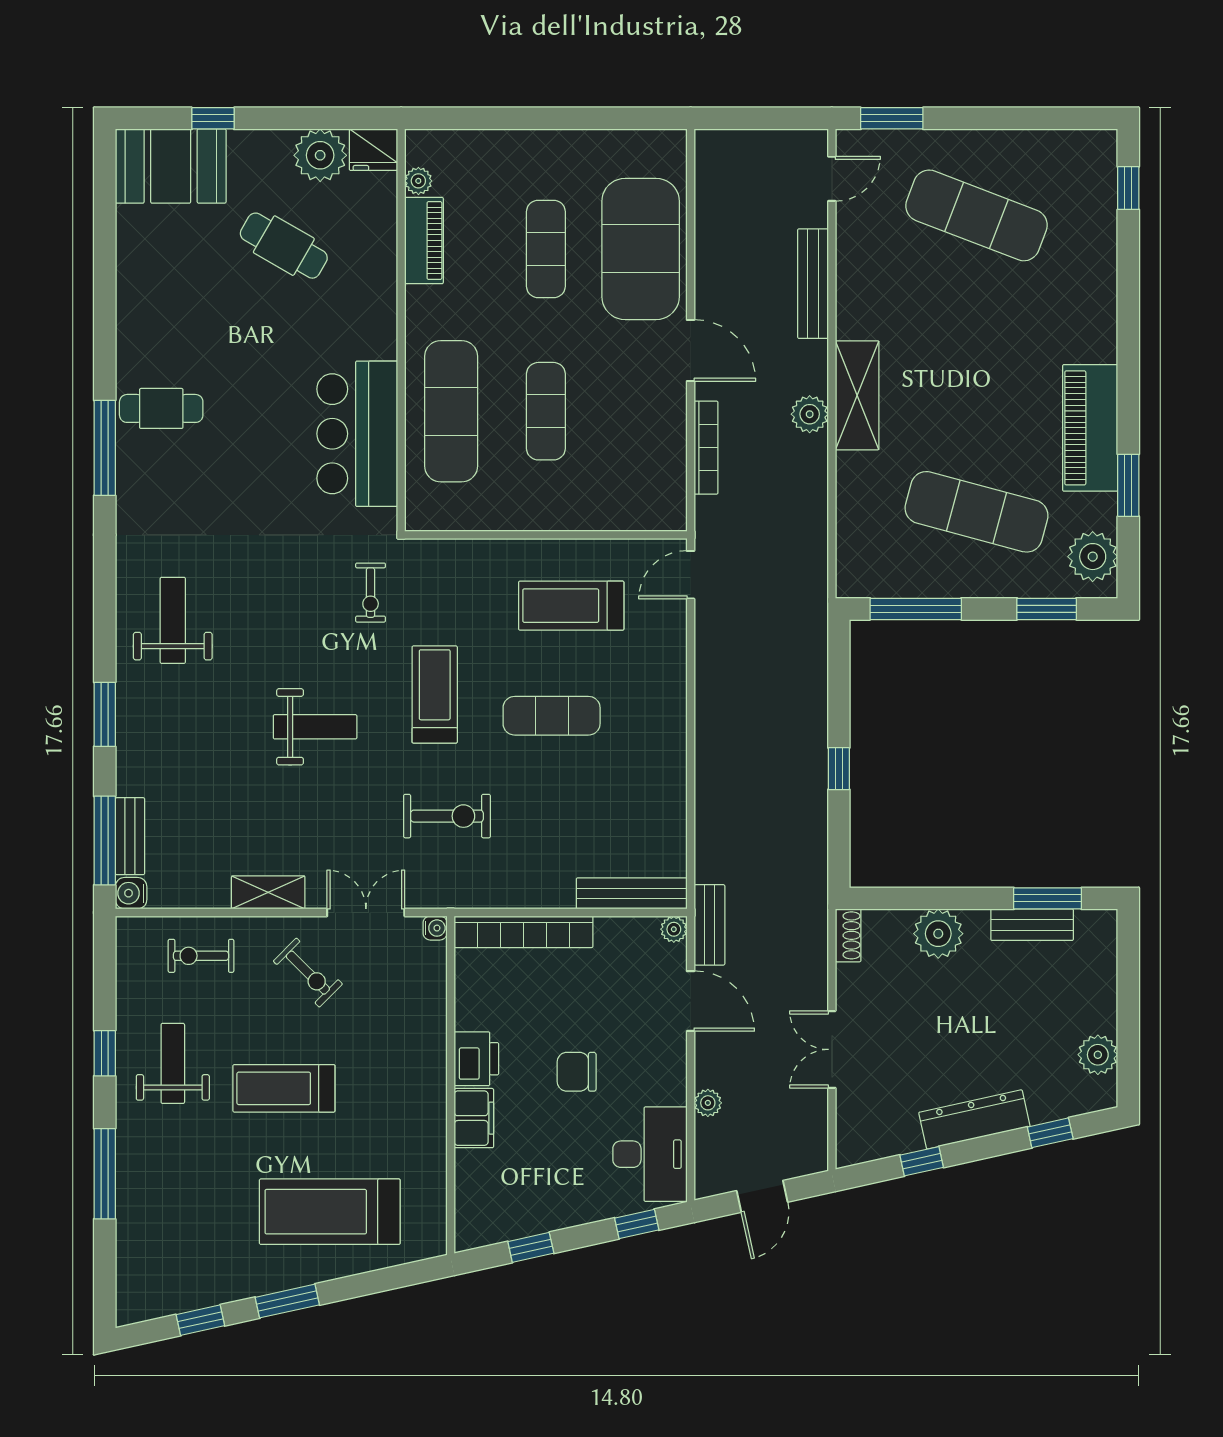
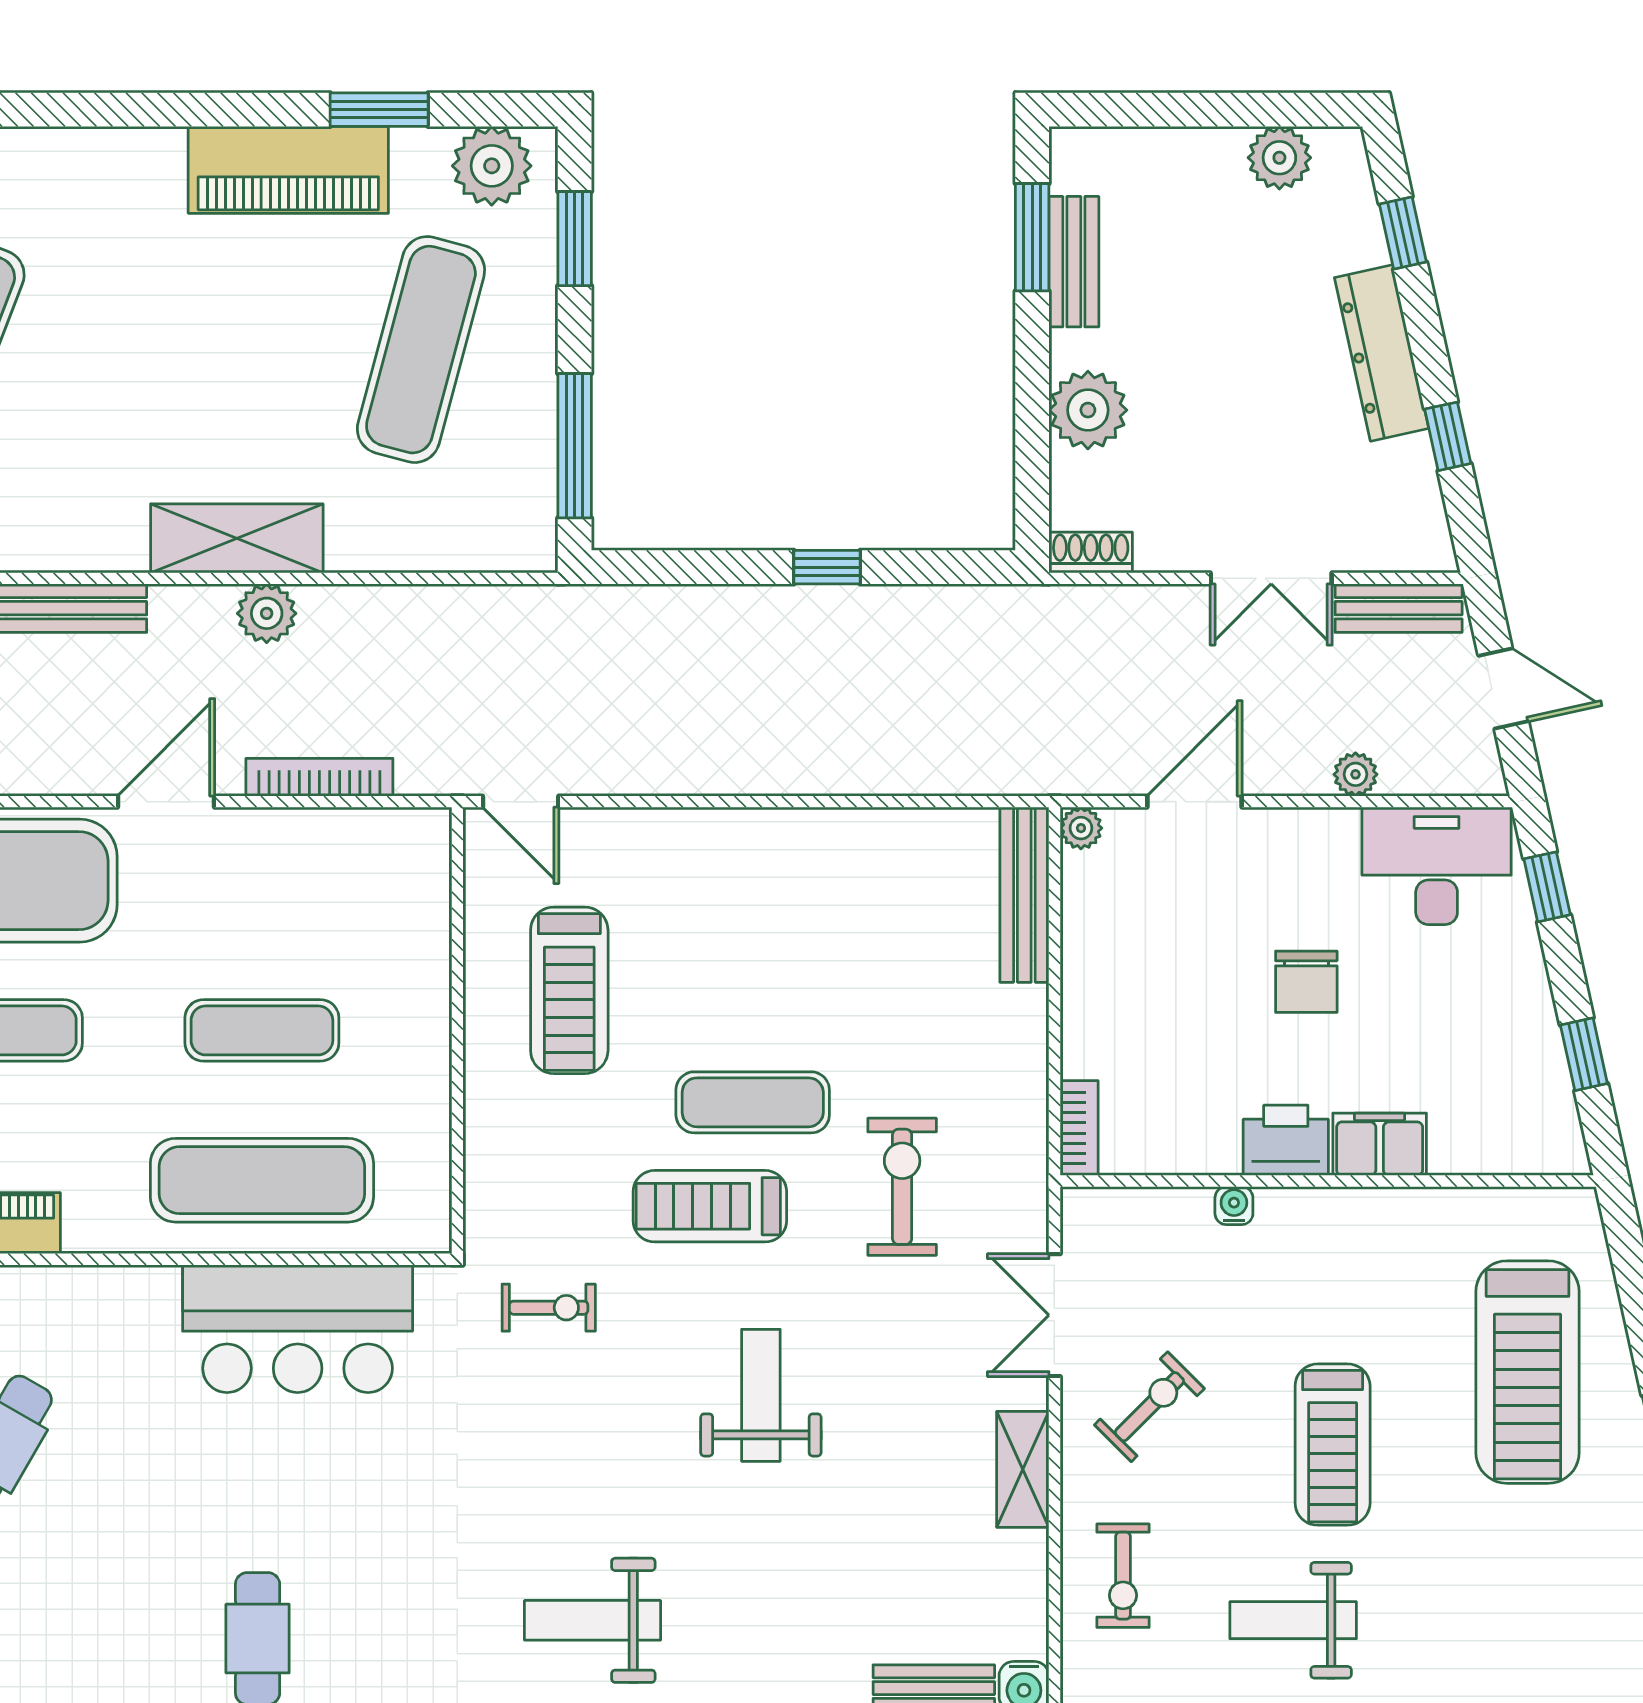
exercise mat: (552, 716) -> (753, 1102), moved, turned 90
bench: (709, 925) -> (1399, 608), moved
water cooler: (435, 928) -> (1234, 1206), moved
bookcase: (524, 932) -> (1079, 1128), width x0.43, depth x0.76

